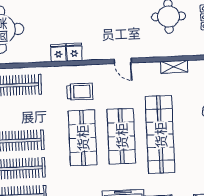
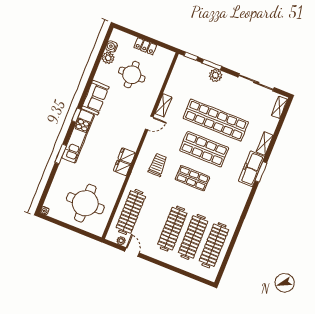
shelving: (174, 67) -> (163, 105), moved
shop shelf: (82, 138) -> (192, 178), width x0.70, depth x0.74

